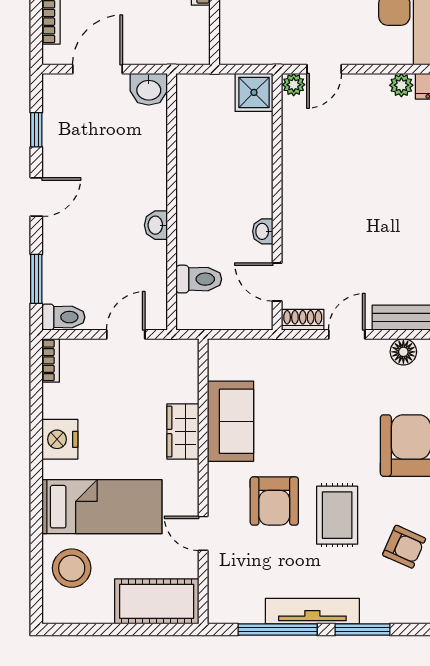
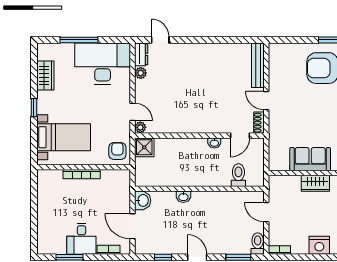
armchair: (247, 39) -> (117, 151), added
washbasin: (156, 225) -> (183, 197), moved
floor lamp: (403, 352) -> (275, 72), removed

